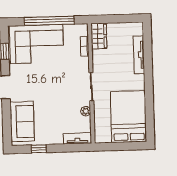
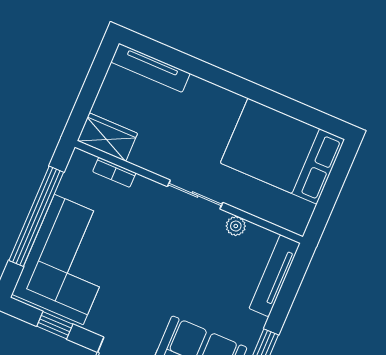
tv unit: (139, 55) -> (150, 68), moved
tv unit: (77, 138) -> (275, 276), width x1.41

